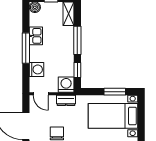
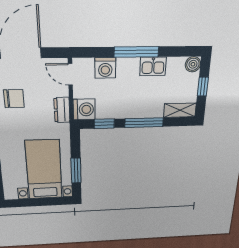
door: (41, 94) -> (70, 74), hinge flipped

